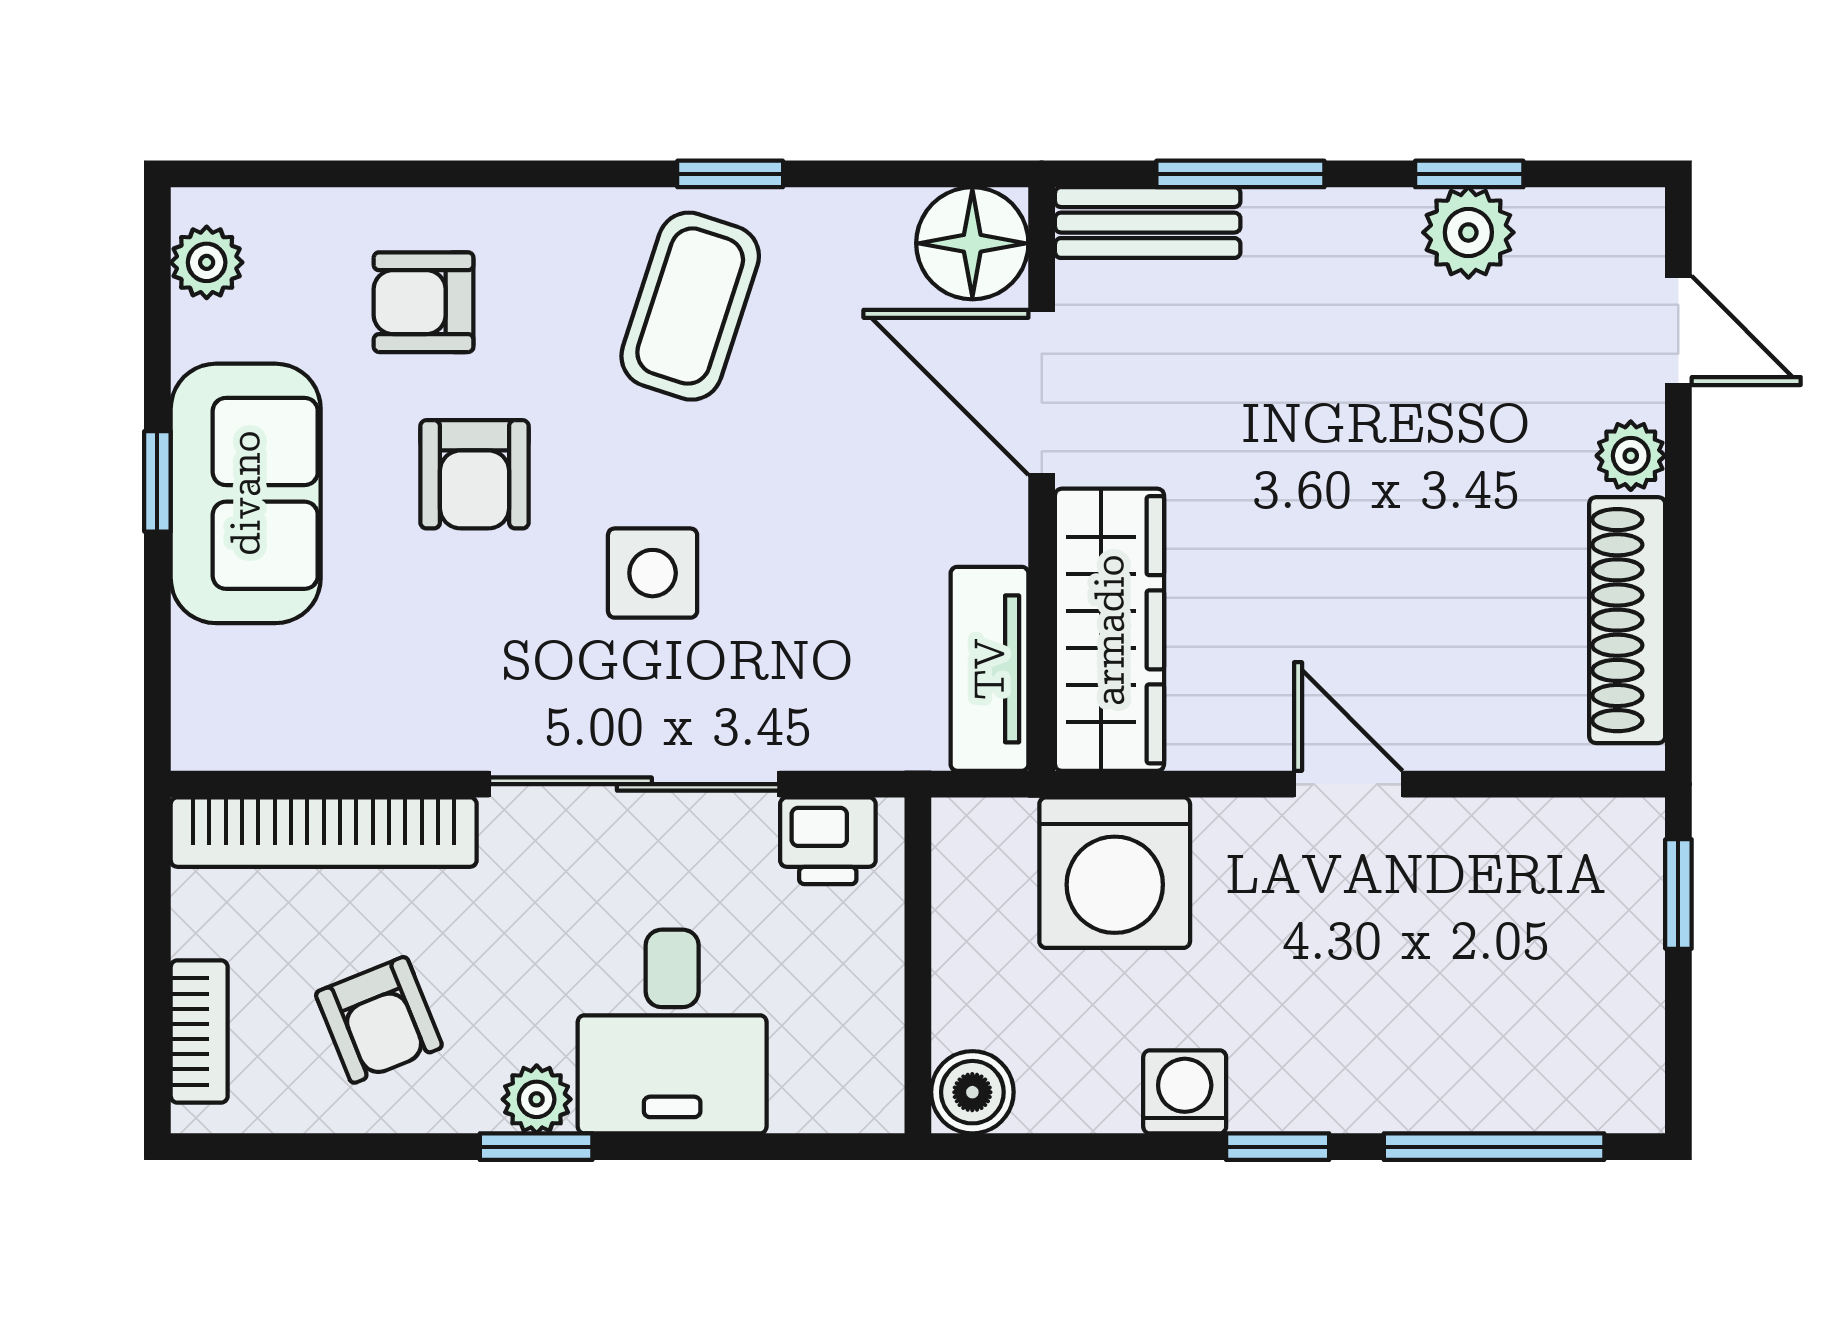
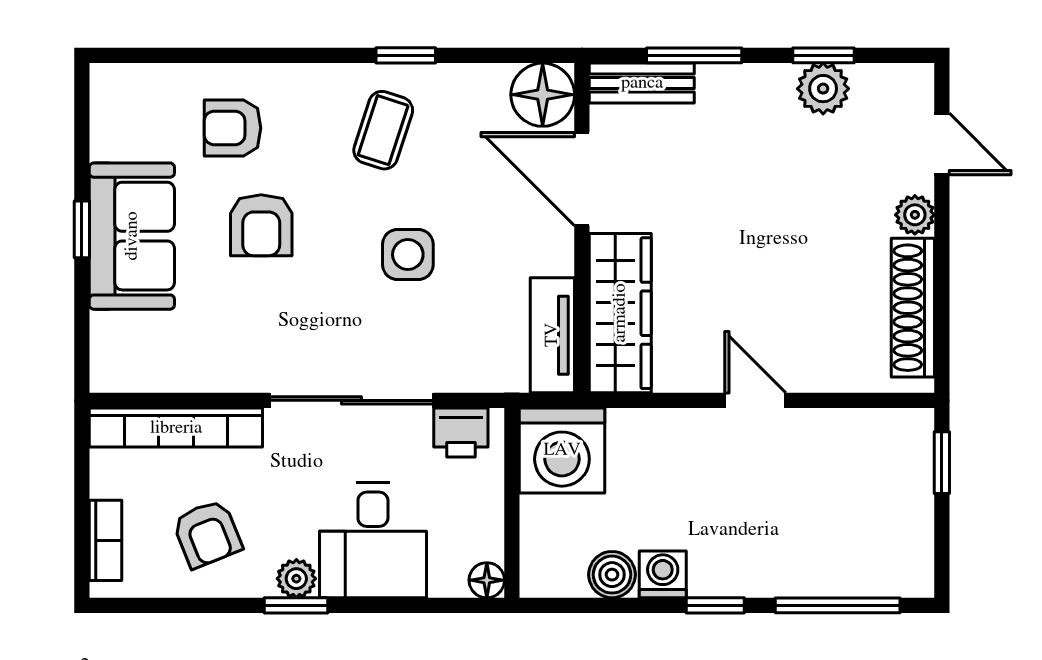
plant: (207, 262) -> (110, 105), removed
coffee table: (690, 306) -> (383, 130), width x0.73, depth x0.77
side table: (653, 573) -> (408, 255), moved
washing machine: (1115, 873) -> (562, 450), moved
boiler: (972, 1092) -> (612, 575), moved
floor lamp: (873, 1102) -> (487, 580), added

